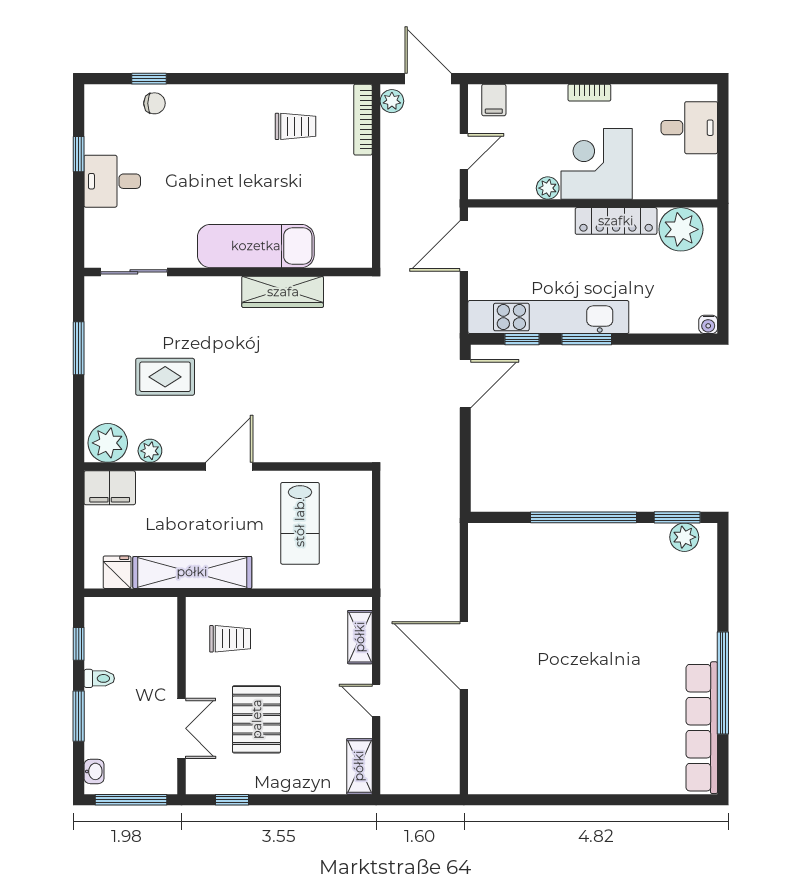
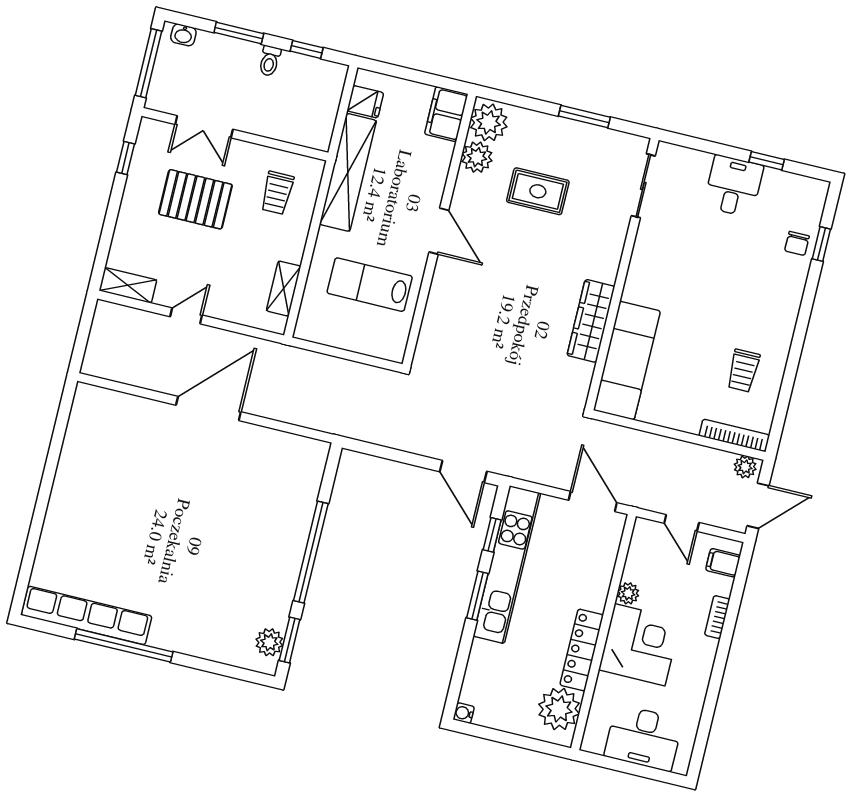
bookcase: (589, 93) -> (717, 617), moved
desk: (689, 128) -> (643, 738), width x1.37
exam couch: (256, 246) -> (627, 361), moved
rug: (165, 377) -> (538, 191), turned 90
plant: (150, 451) -> (477, 157), width x1.38, depth x1.38
shelving: (360, 637) -> (284, 289), moved, turned 90

